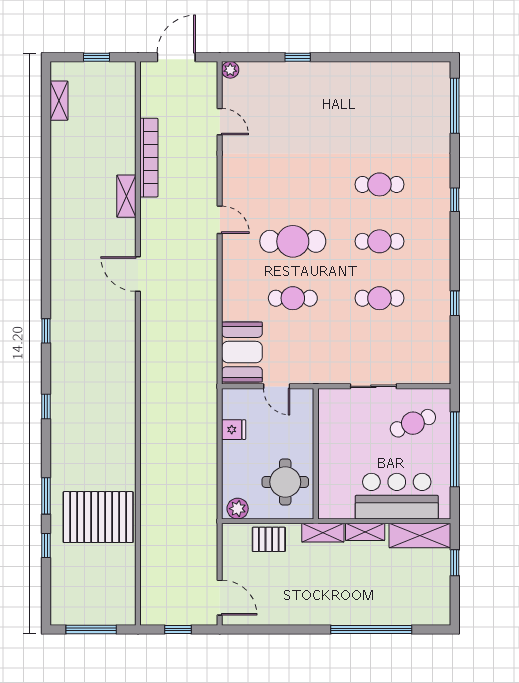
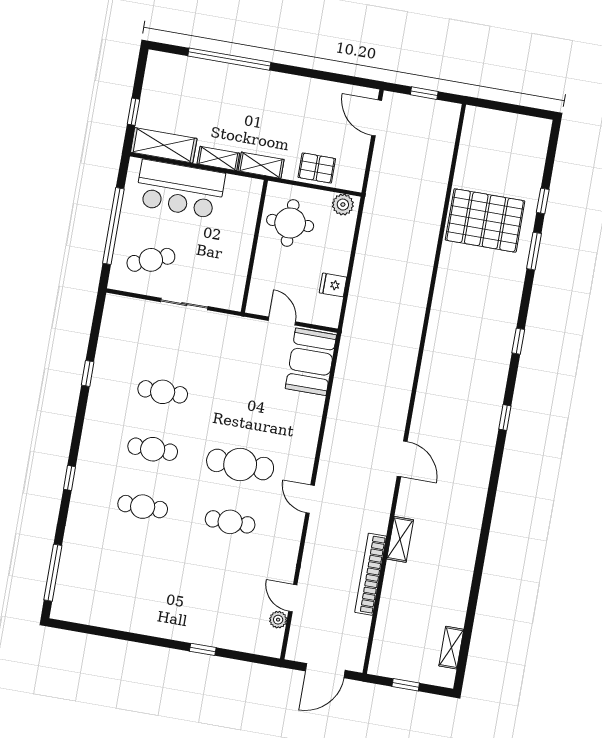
plant: (230, 70) -> (278, 620), moved
cafe table: (293, 298) -> (230, 522), moved
window: (91, 629) -> (512, 108), removed

